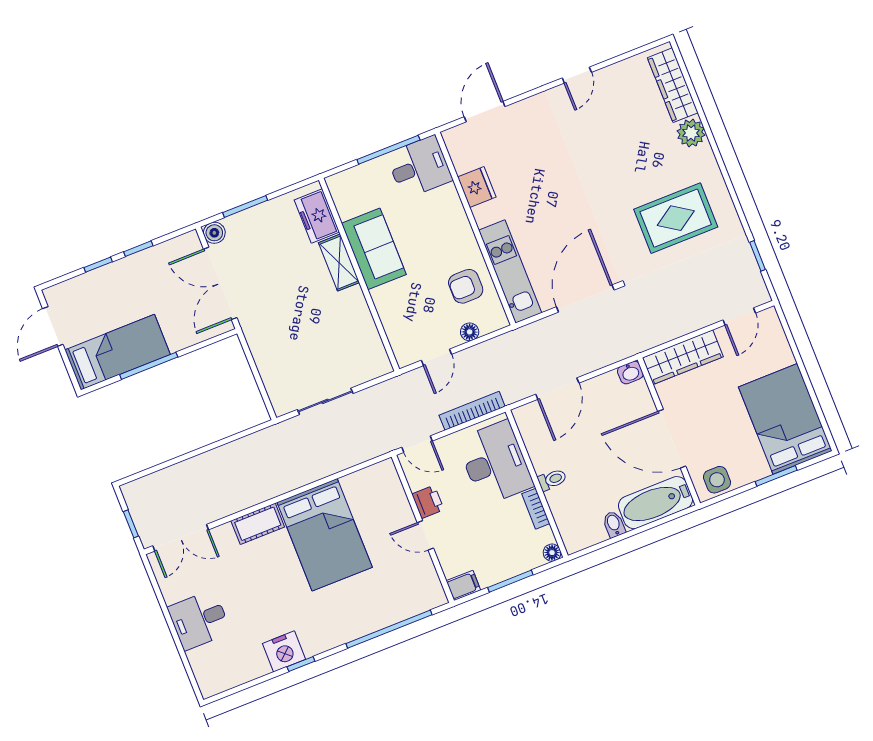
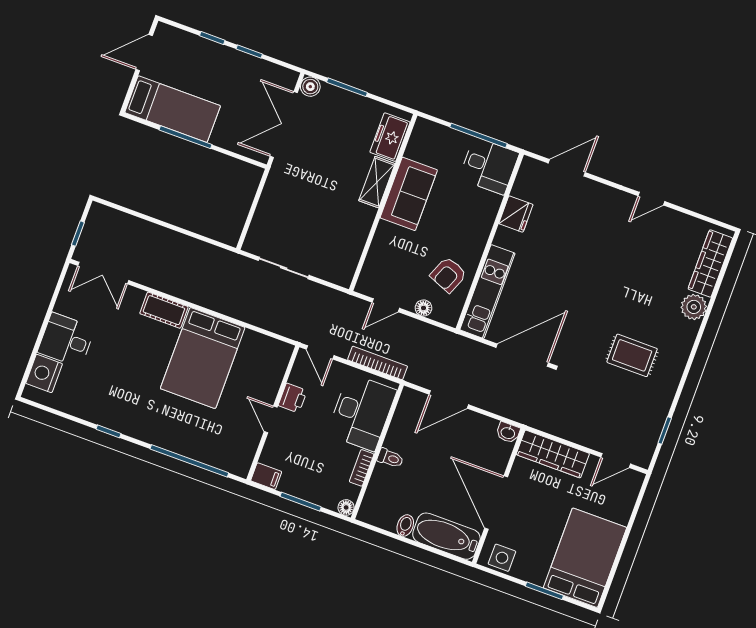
rug: (676, 218) -> (632, 355), width x0.73, depth x0.70
armchair: (466, 286) -> (448, 275), turned -68
nightstand: (284, 651) -> (44, 373), moved, turned 90

